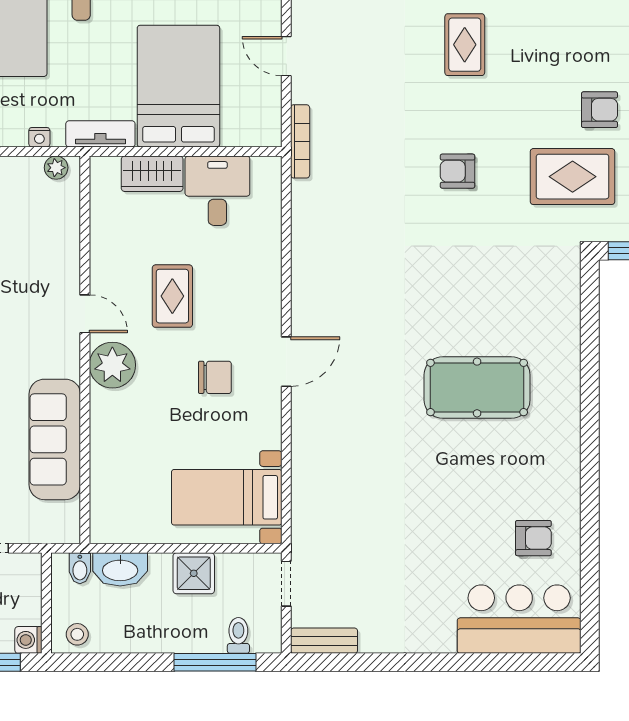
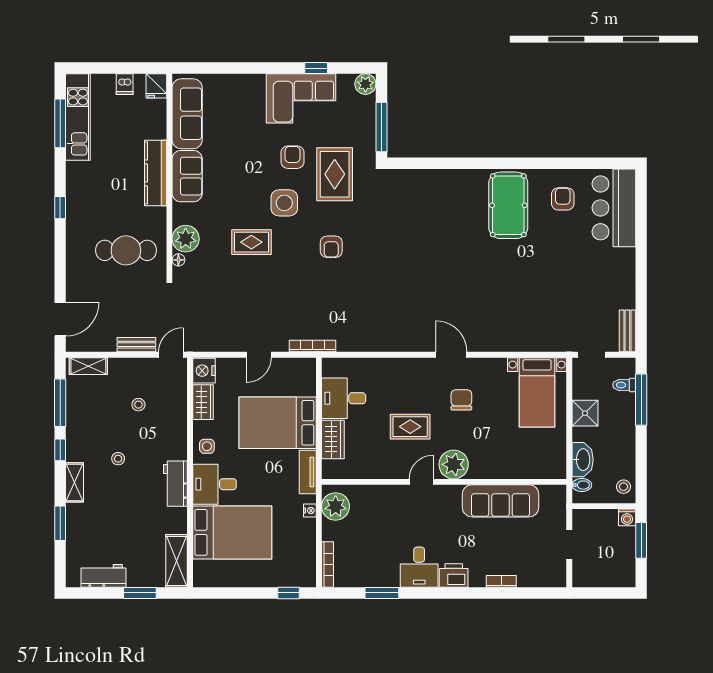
side table: (527, 97) -> (284, 203), added
plant: (56, 168) -> (336, 506), width x1.87, depth x1.87
pool table: (477, 387) -> (508, 205), moved

